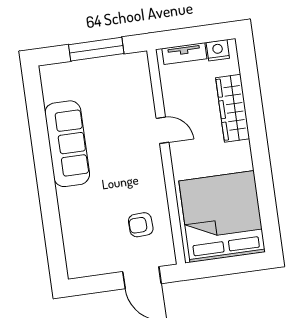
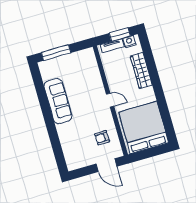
window: (201, 35) -> (120, 35), added
window: (96, 49) -> (56, 53), moved
door: (162, 130) -> (110, 100), moved

